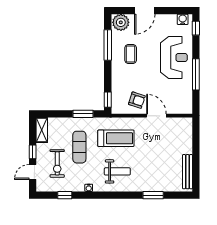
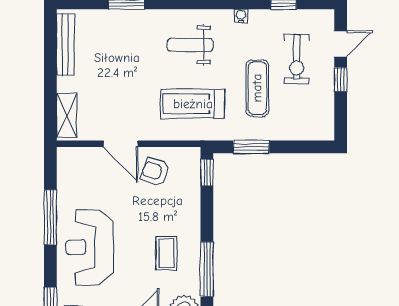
shelving: (42, 130) -> (67, 116), moved
exercise bike: (57, 163) -> (297, 59), turned 180

